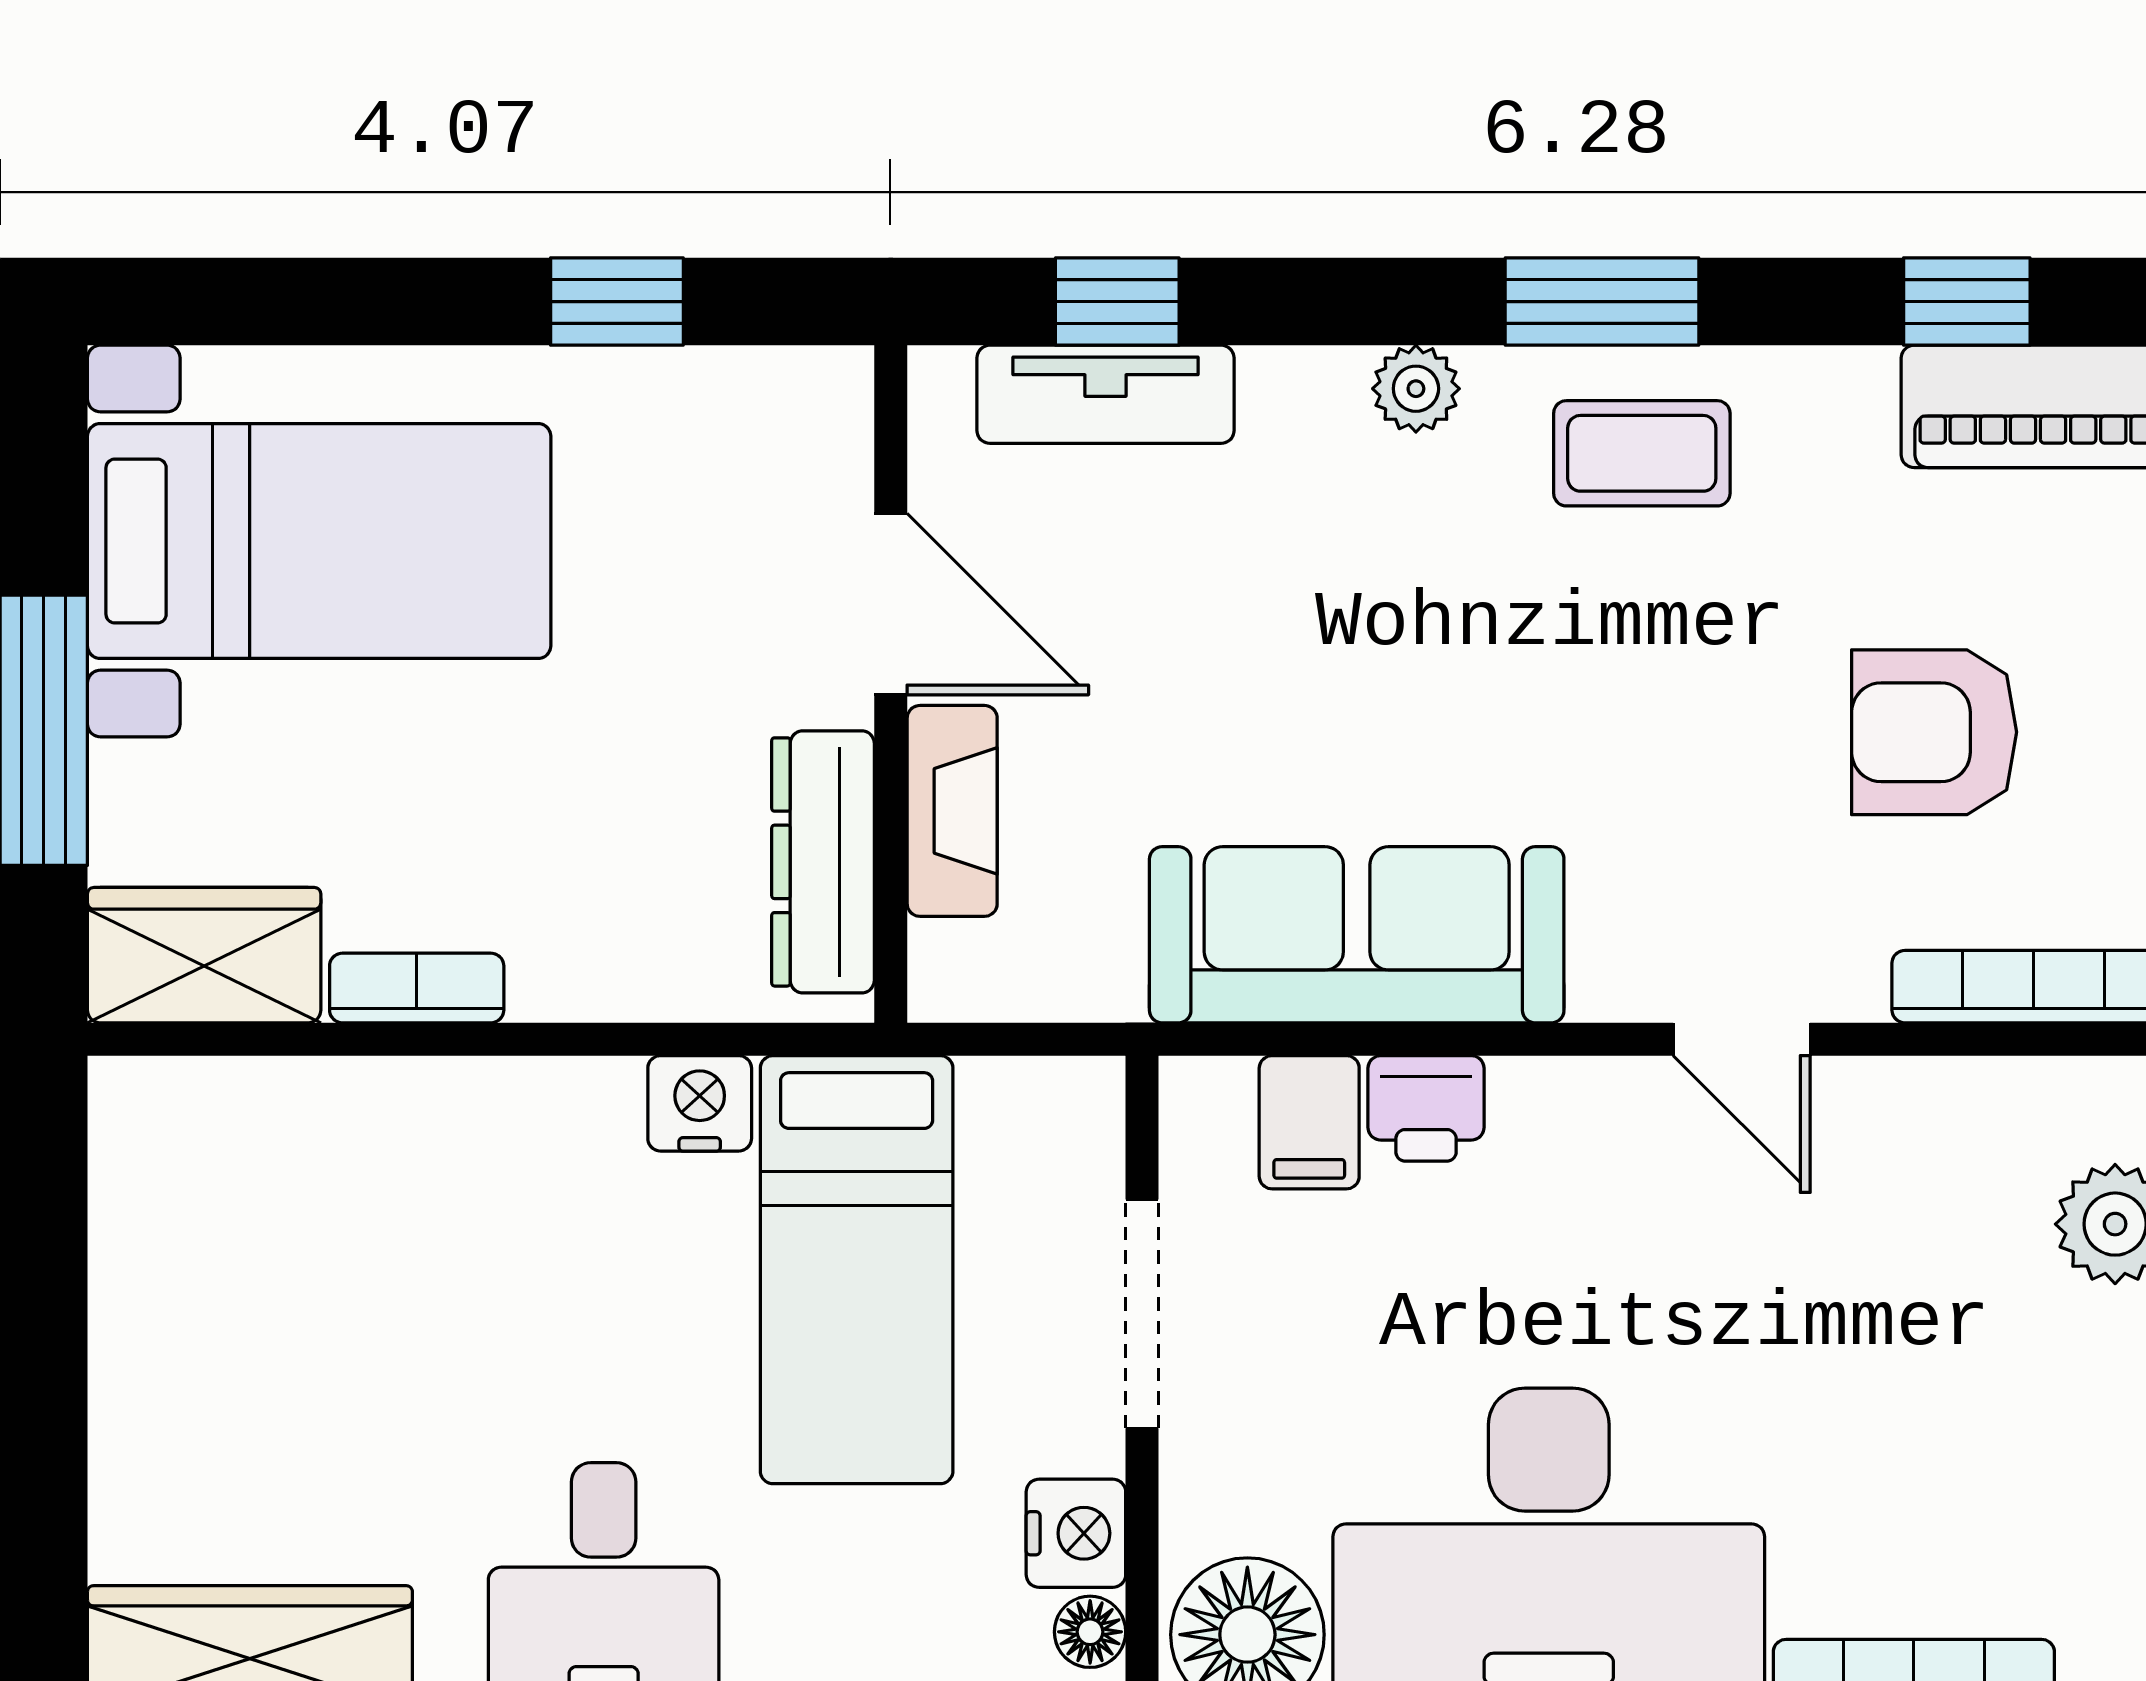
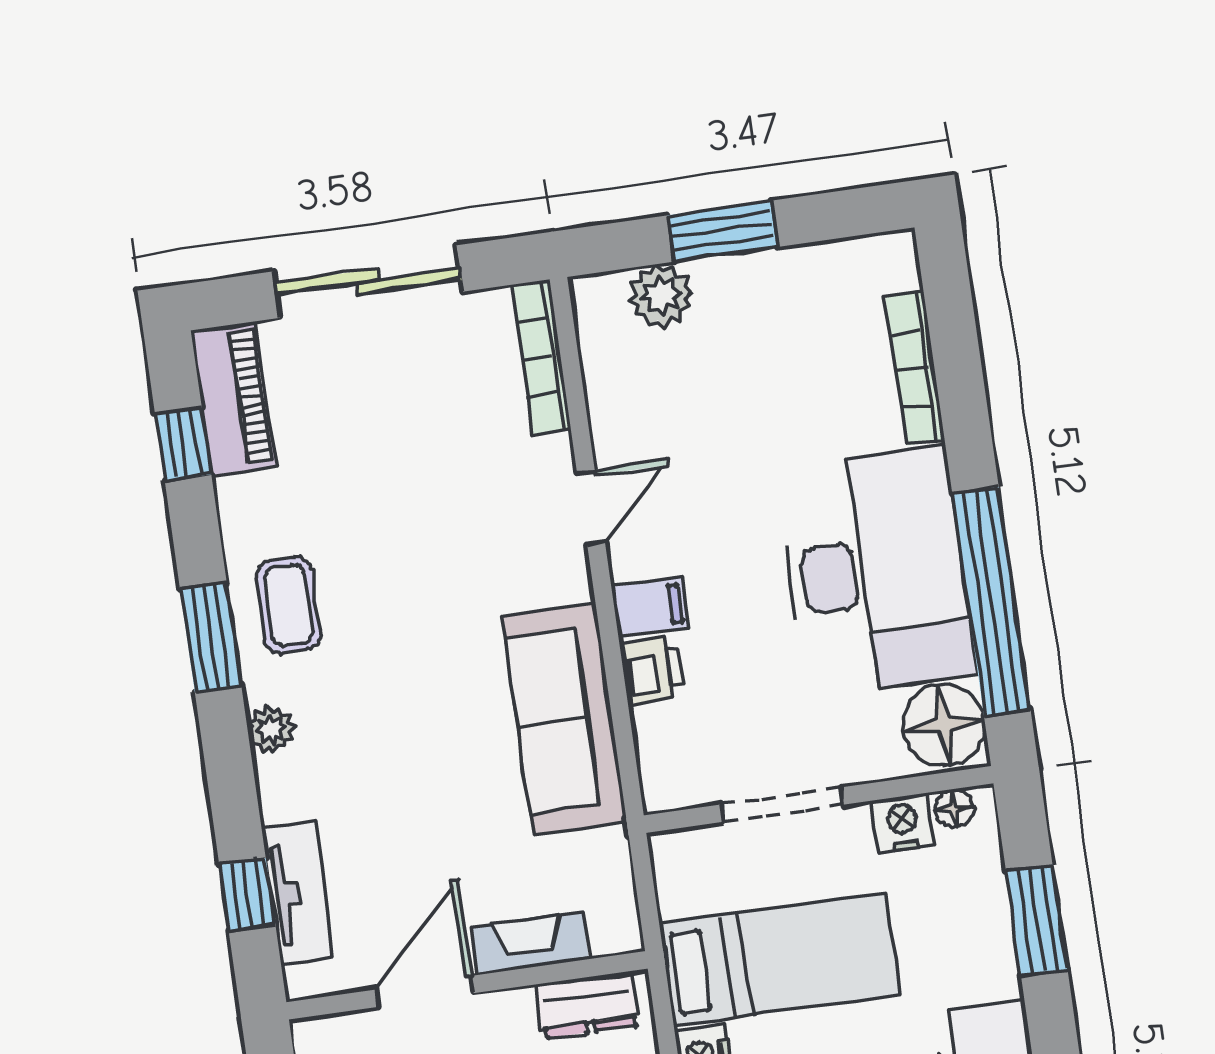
armchair: (1934, 732) -> (414, 429), removed
dresser: (823, 862) -> (587, 1005), width x0.70
filing cabinet: (1309, 1122) -> (650, 607), moved

